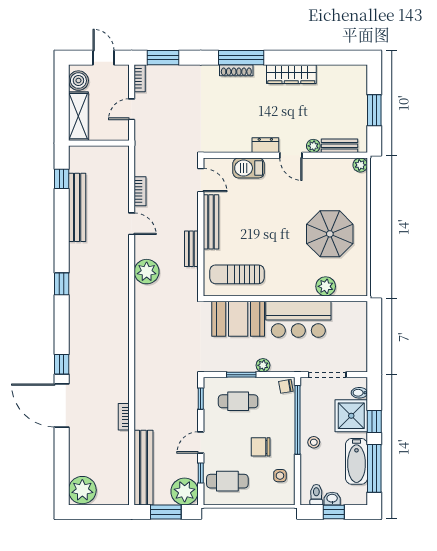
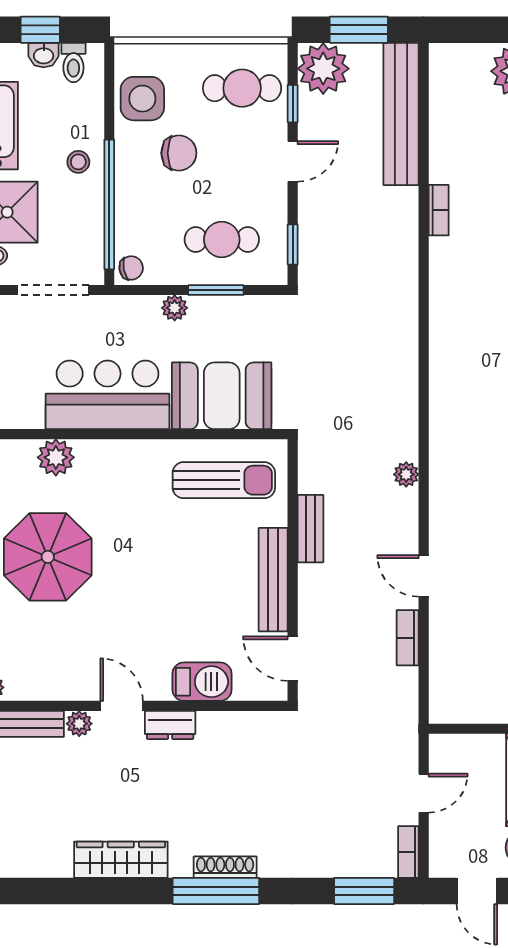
plant: (147, 272) -> (406, 474), width x0.53, depth x0.53
side table: (280, 476) -> (142, 99), width x1.87, depth x1.87

